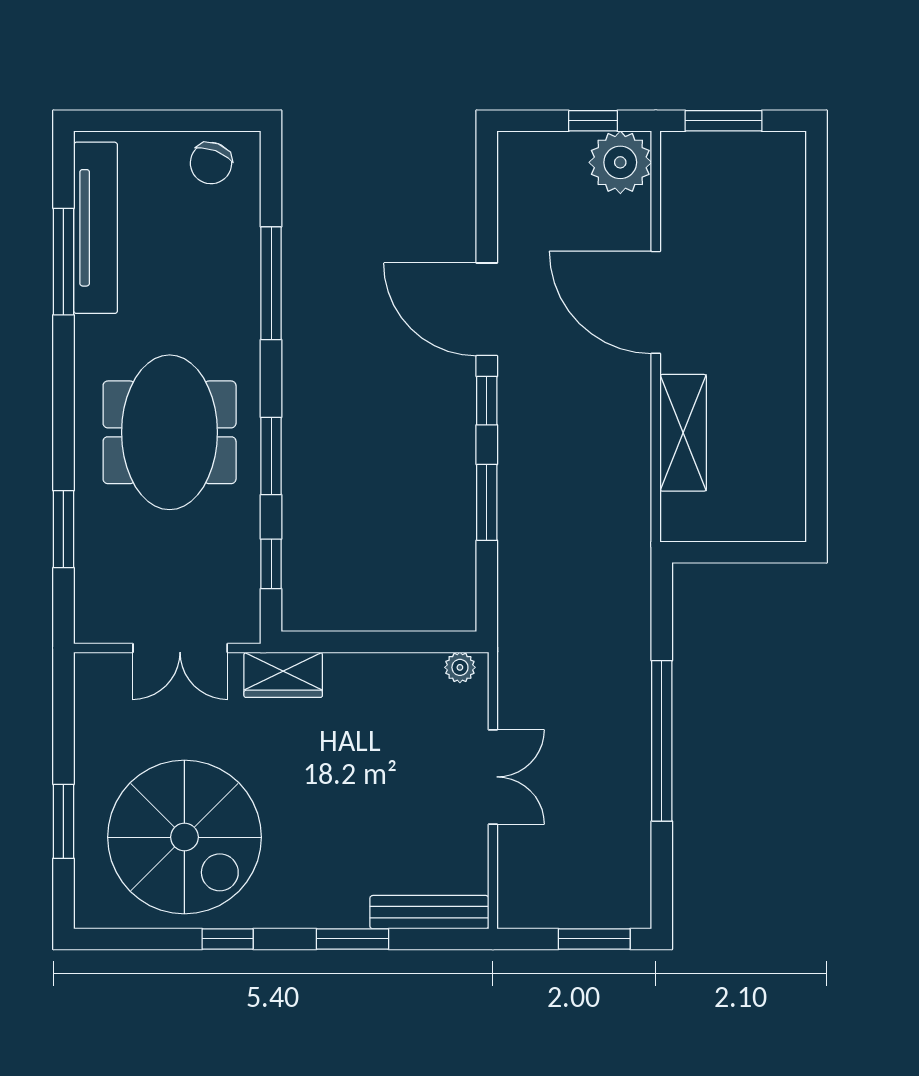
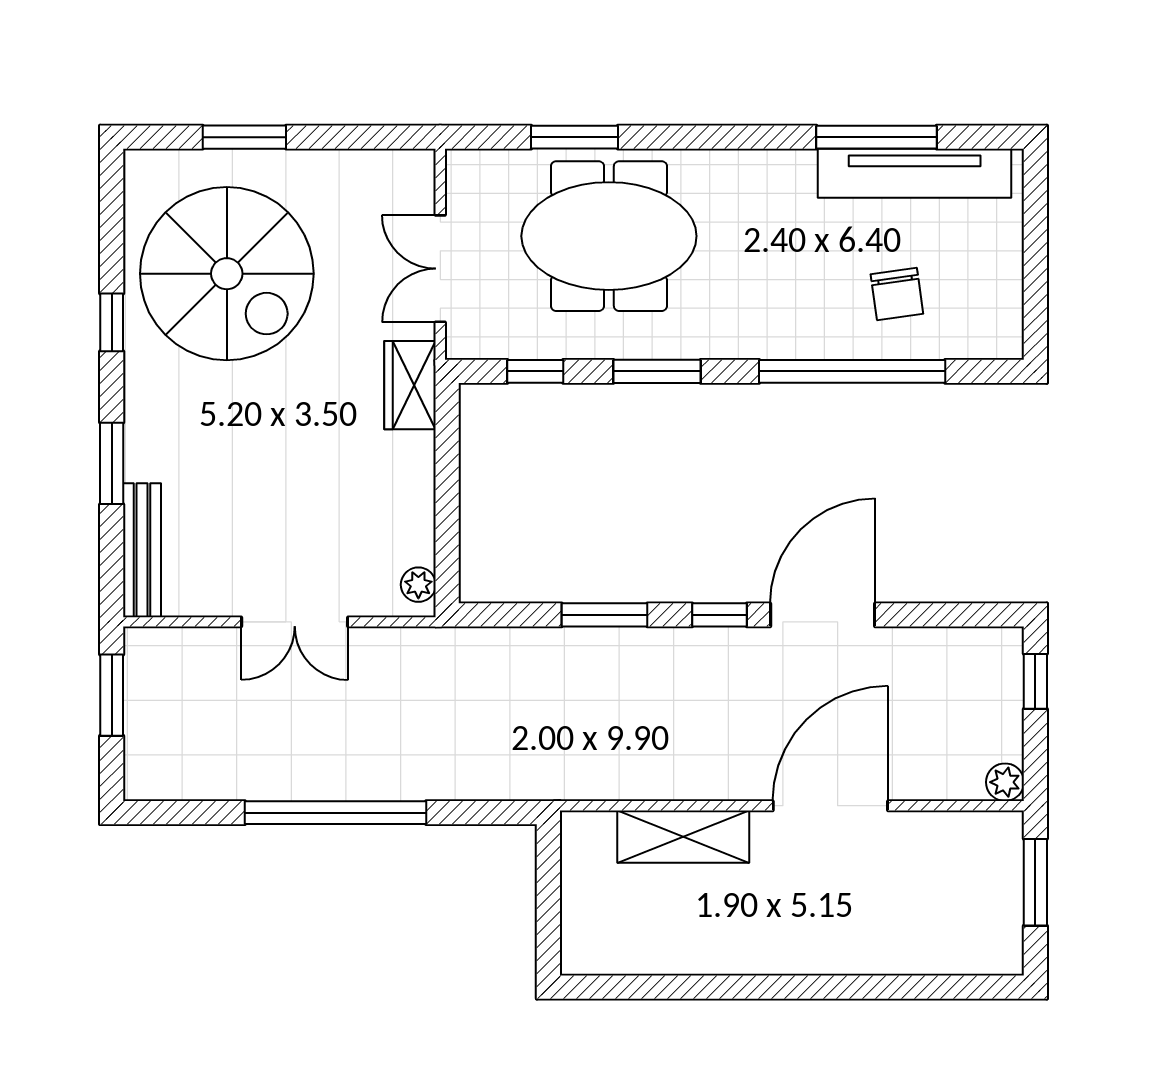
window: (593, 121) -> (1035, 681), moved
plant: (620, 162) -> (1005, 782), width x0.53, depth x0.53
chair: (211, 163) -> (897, 294), moved, turned -119
window: (271, 283) -> (852, 371), width x1.46
meeting table: (170, 432) -> (609, 236), moved
spiral stairs: (184, 837) -> (227, 274), turned -90
window: (594, 939) -> (112, 695), moved

